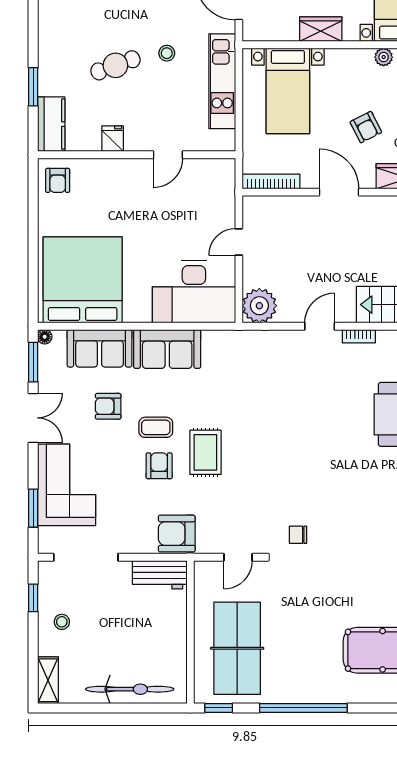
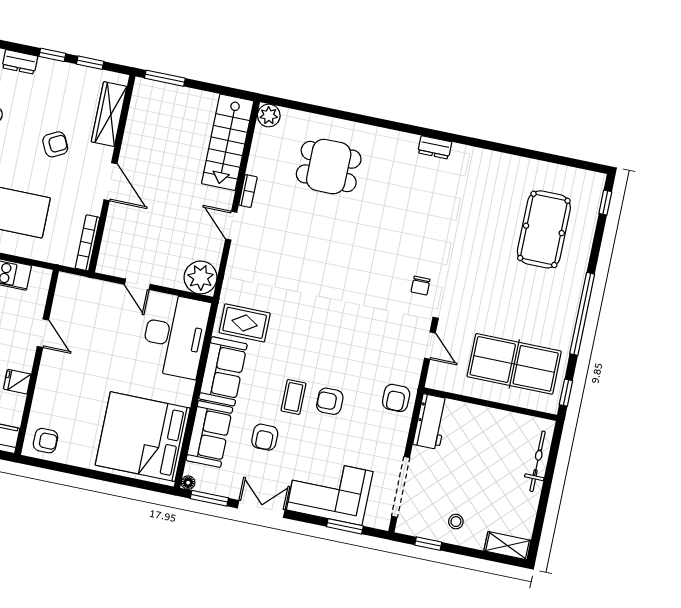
door: (339, 192) -> (110, 182), swing flipped
rug: (205, 452) -> (245, 323), moved
armchair: (177, 534) -> (396, 398), width x0.72, depth x0.72
bicycle: (130, 689) -> (538, 461), width x0.73, depth x0.71

